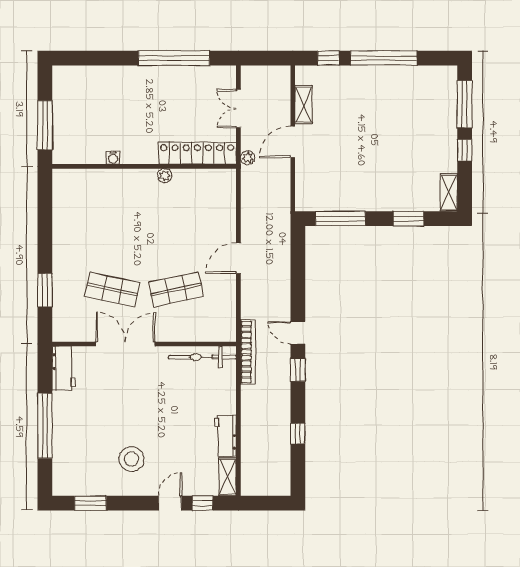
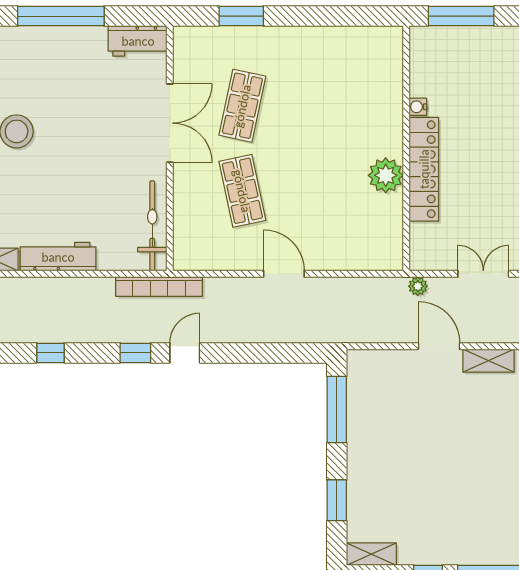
locker: (197, 153) -> (424, 169), moved
plant: (165, 176) -> (386, 175), width x1.88, depth x1.88
workbench: (226, 436) -> (58, 257), width x1.38

